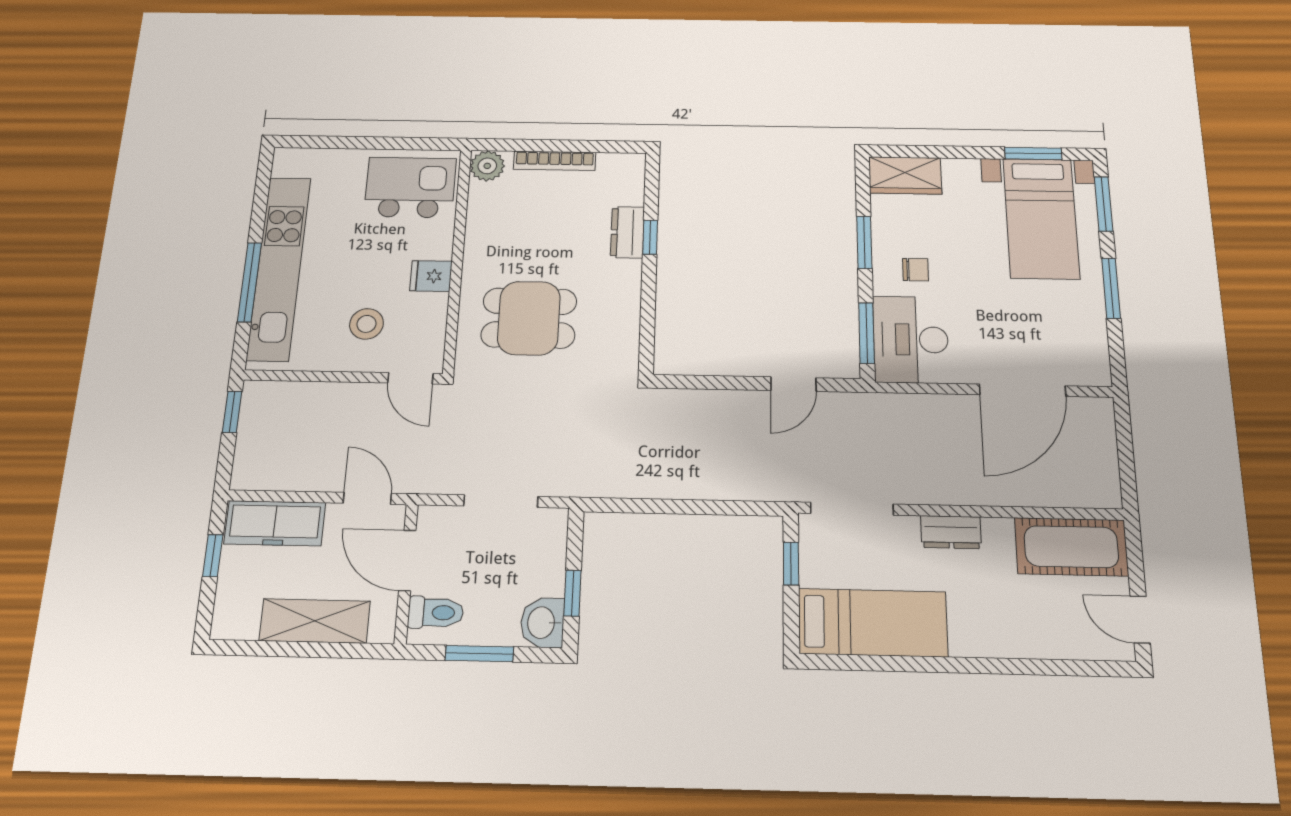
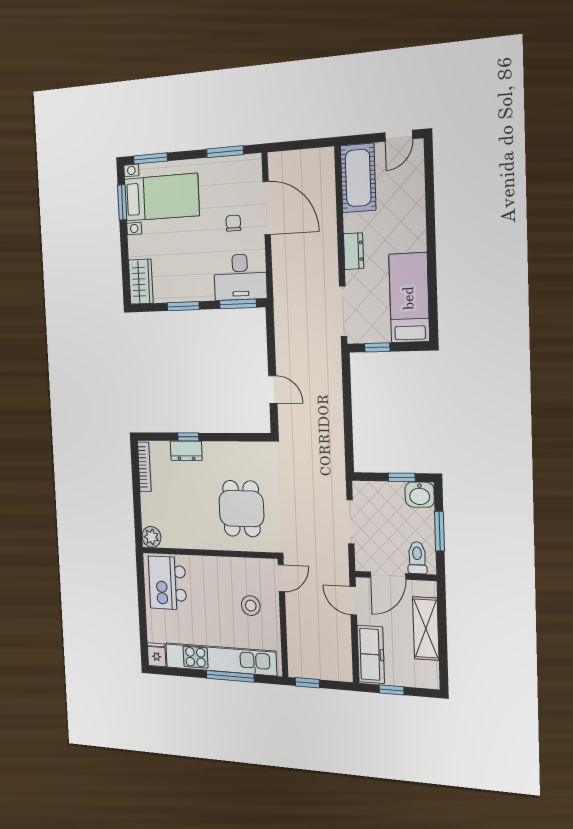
bookcase: (555, 161) -> (144, 467), moved
chair: (916, 270) -> (233, 223), moved
fridge: (431, 276) -> (157, 655), moved, turned 180
window: (1111, 288) -> (225, 152), moved
door: (793, 384) -> (273, 390), moved
door: (367, 498) -> (353, 601), hinge flipped

